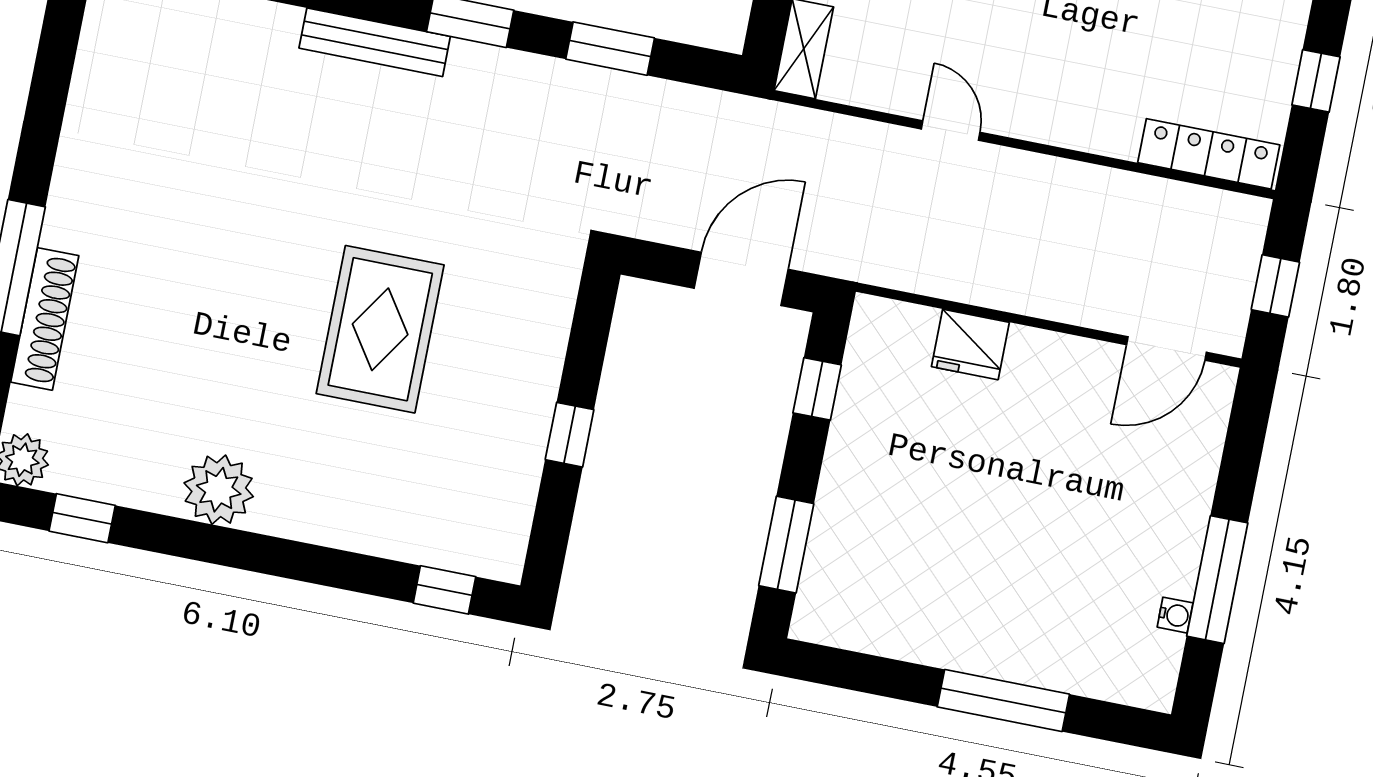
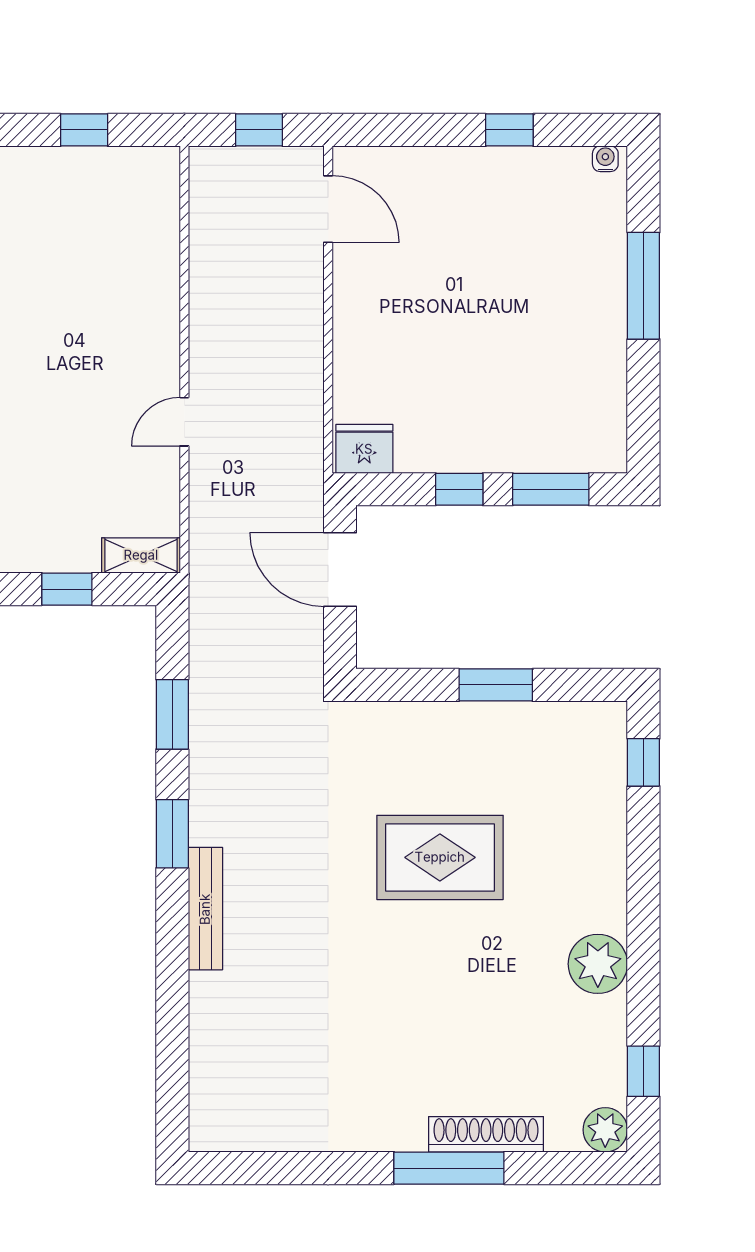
locker: (1209, 154) -> (161, 206), removed
fridge: (970, 344) -> (364, 449), moved, turned -90
window: (817, 389) -> (459, 489), moved
window: (570, 435) -> (496, 685), width x1.50
window: (1217, 580) -> (509, 130), width x0.46
water cooler: (1175, 615) -> (605, 159), moved

